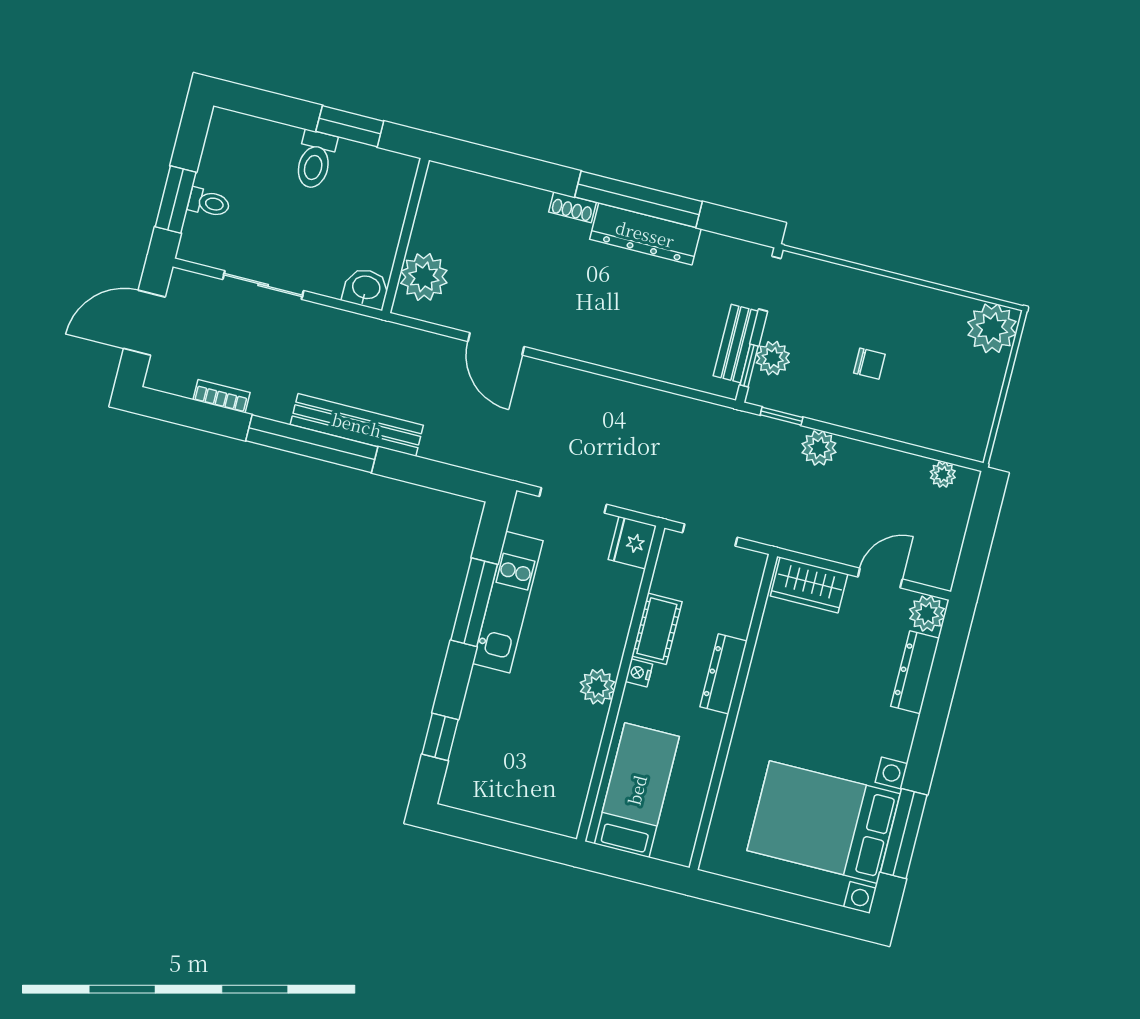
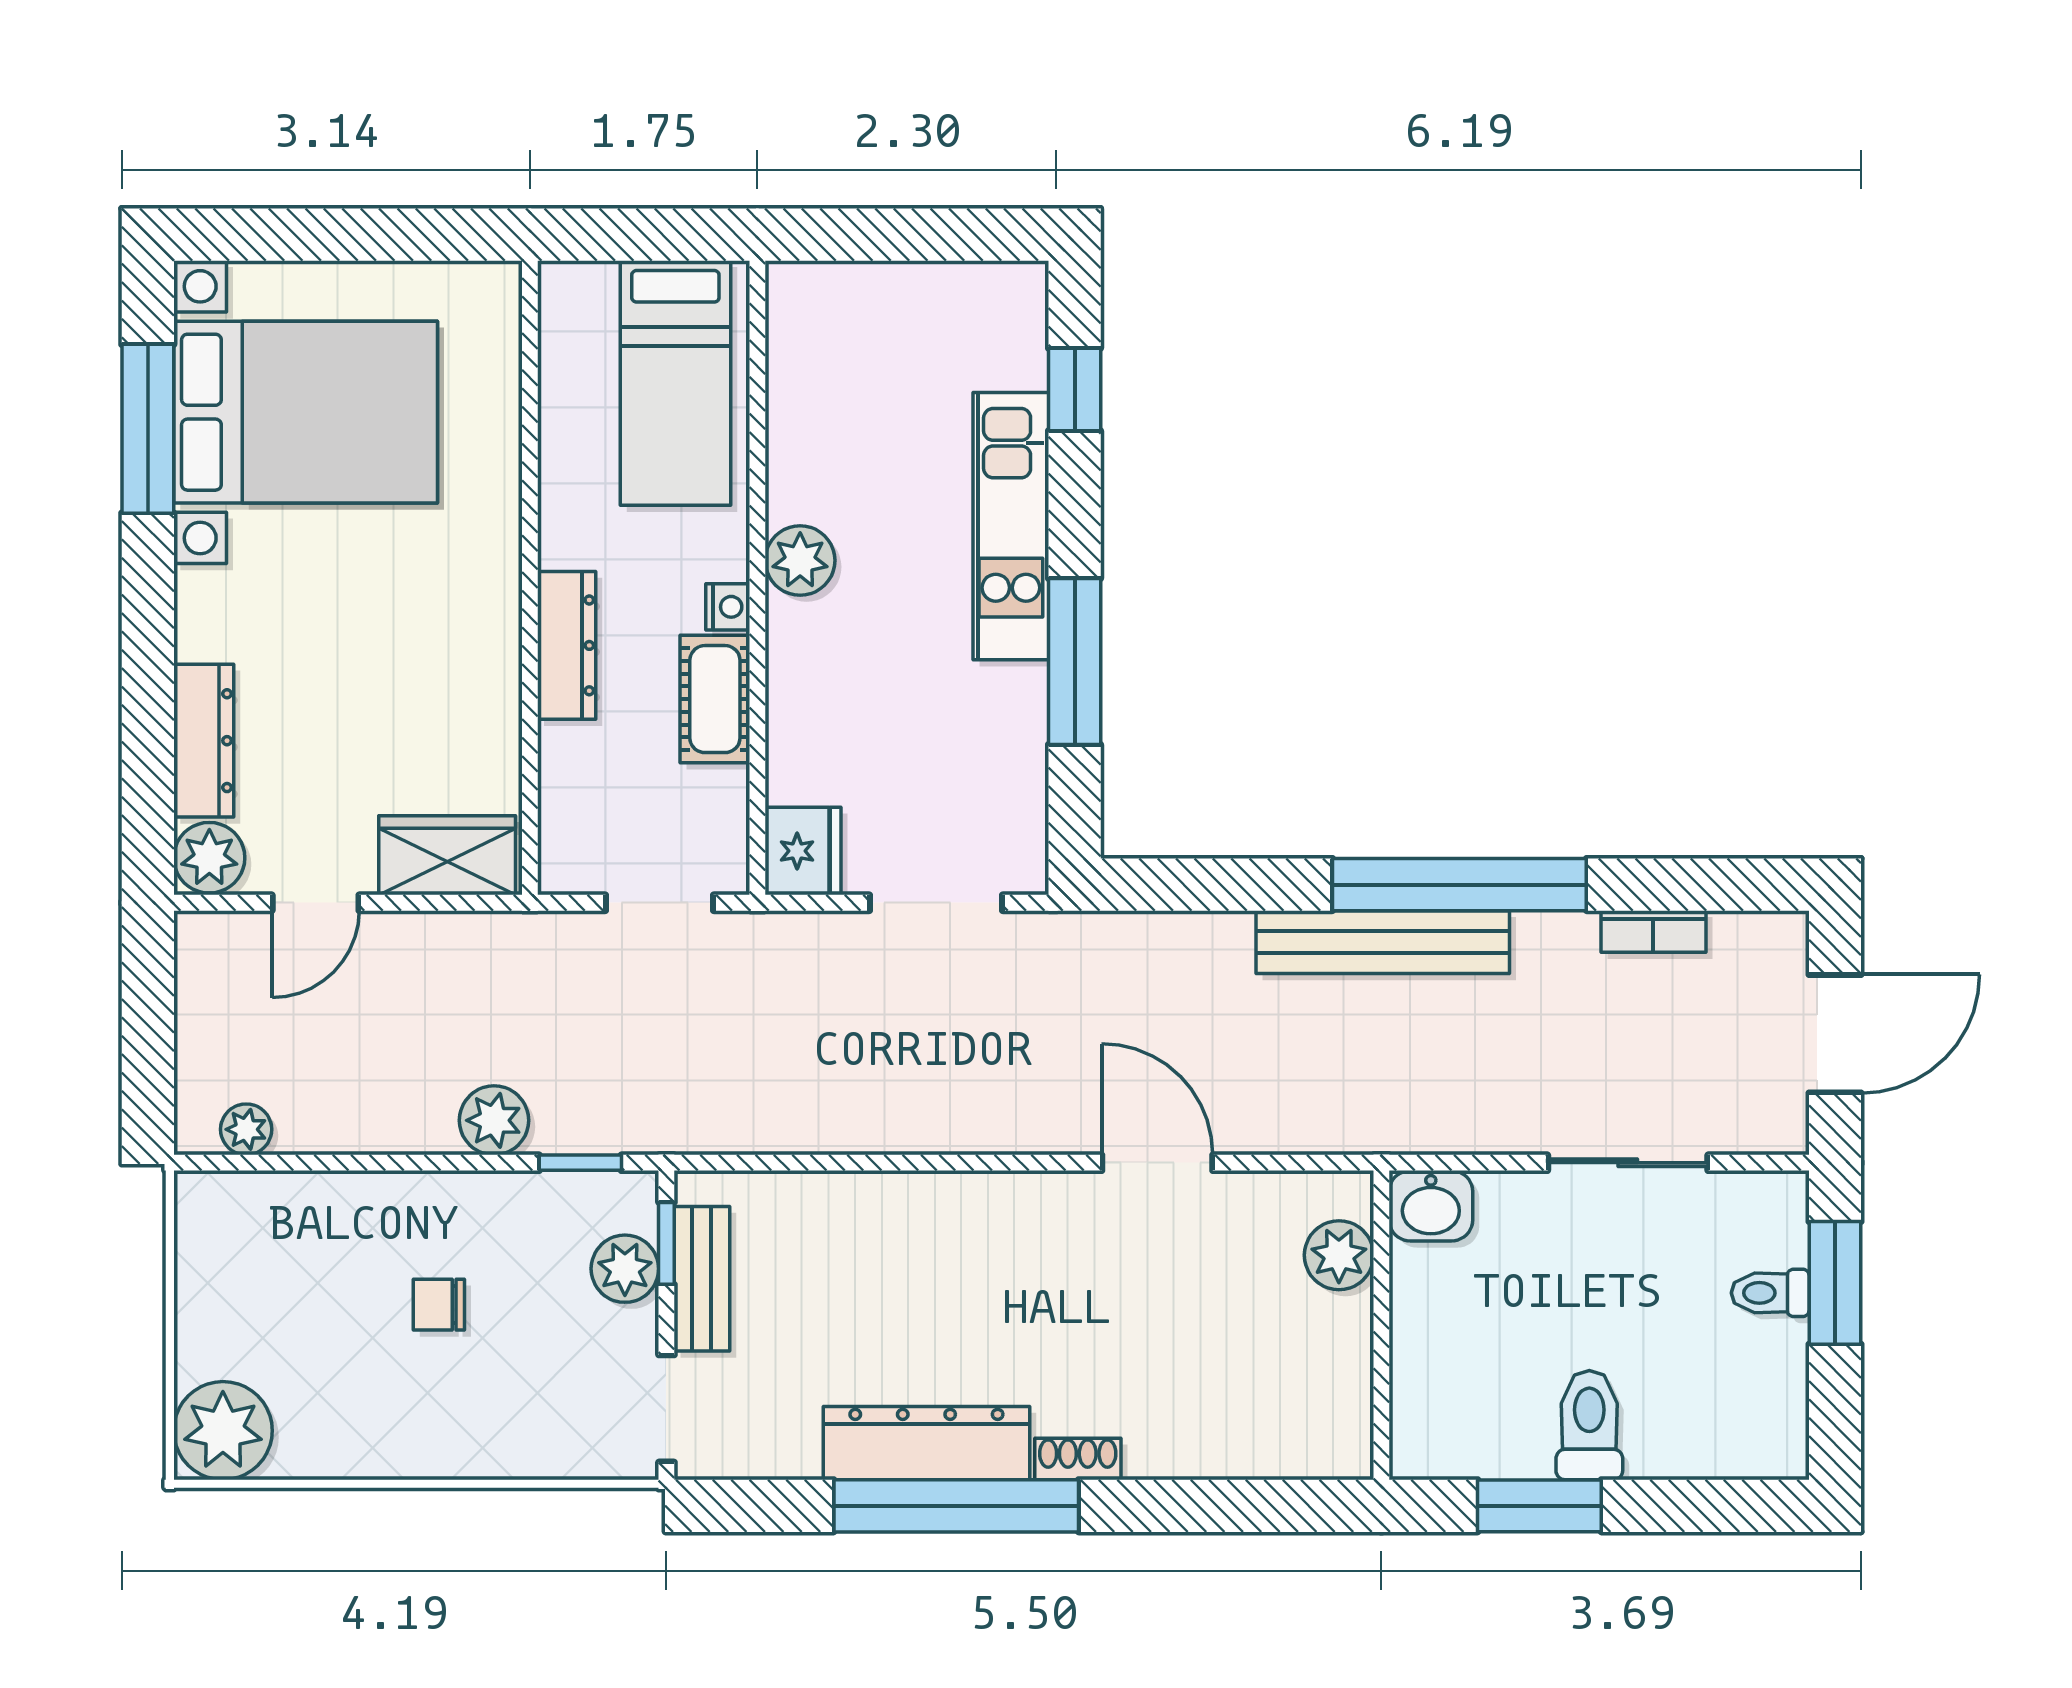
plant: (424, 277) -> (1339, 1255), width x0.73, depth x0.73
kitchen unit: (508, 602) -> (1011, 526), moved

